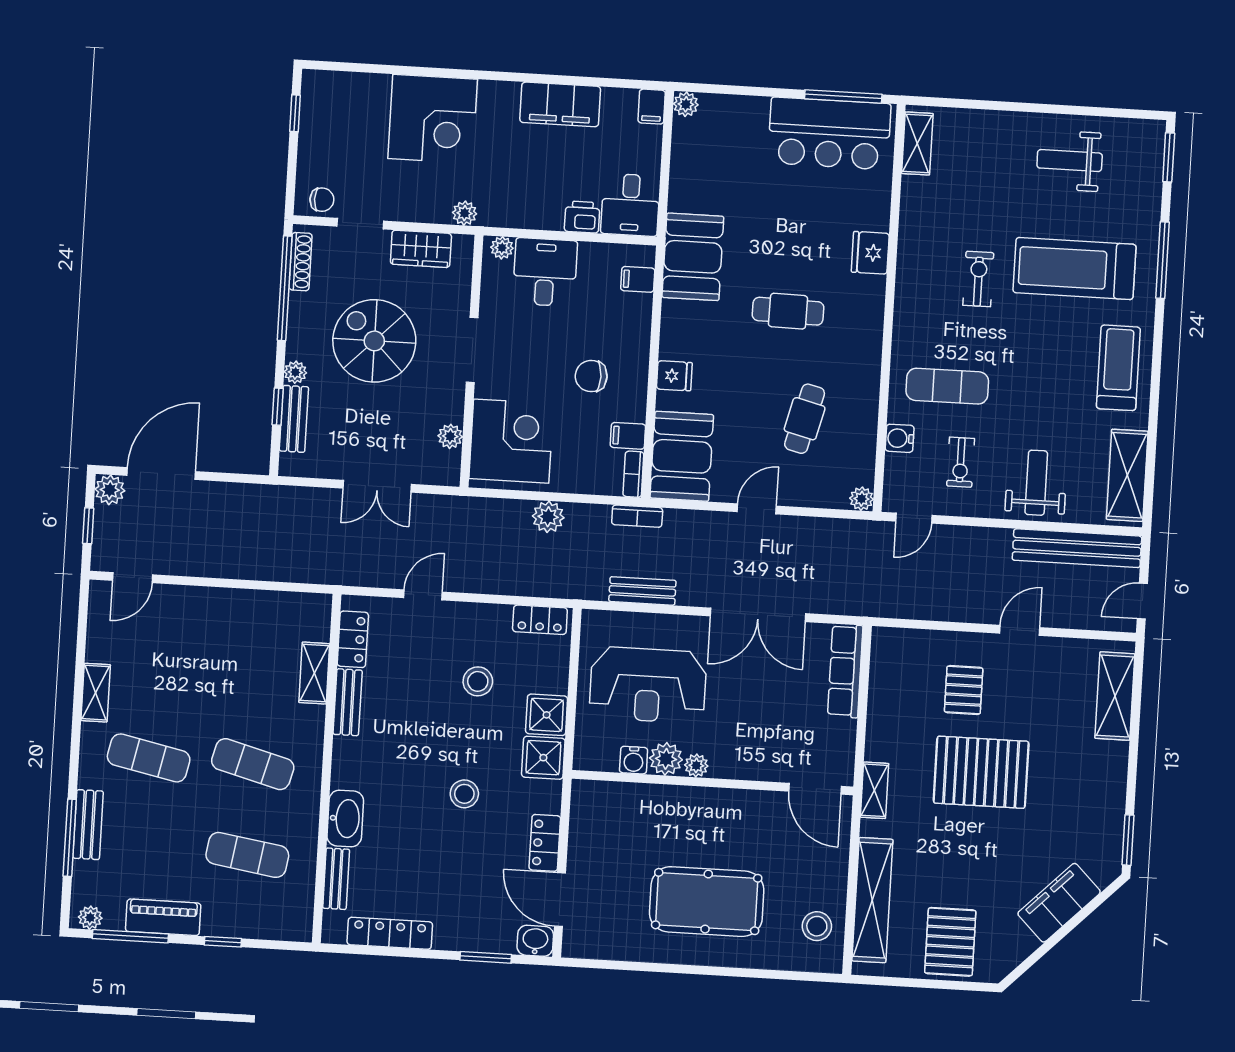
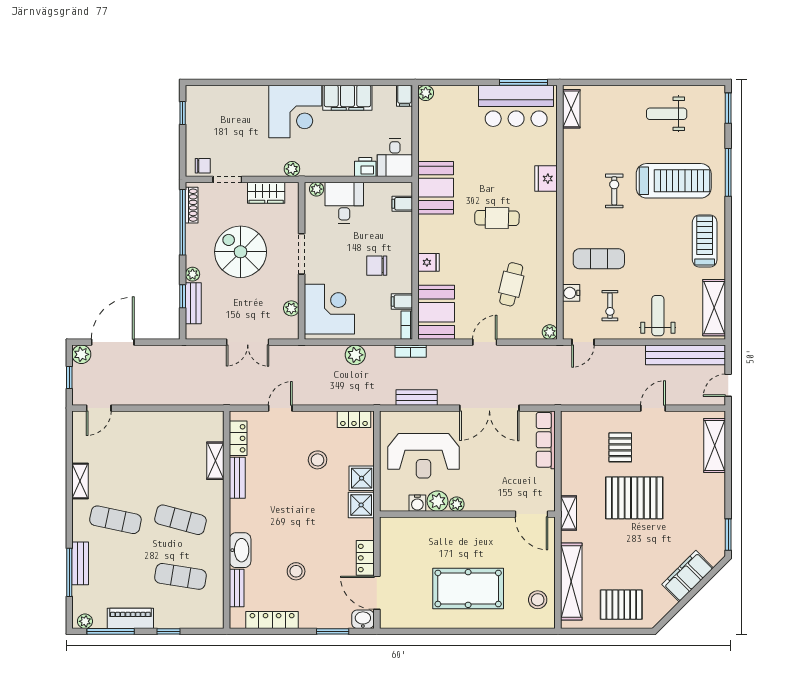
corner desk: (433, 119) -> (295, 111), moved
treadmill: (1075, 269) -> (674, 181), turned 180
stool: (464, 794) -> (296, 571), moved
pallet: (950, 942) -> (621, 605), turned 90

